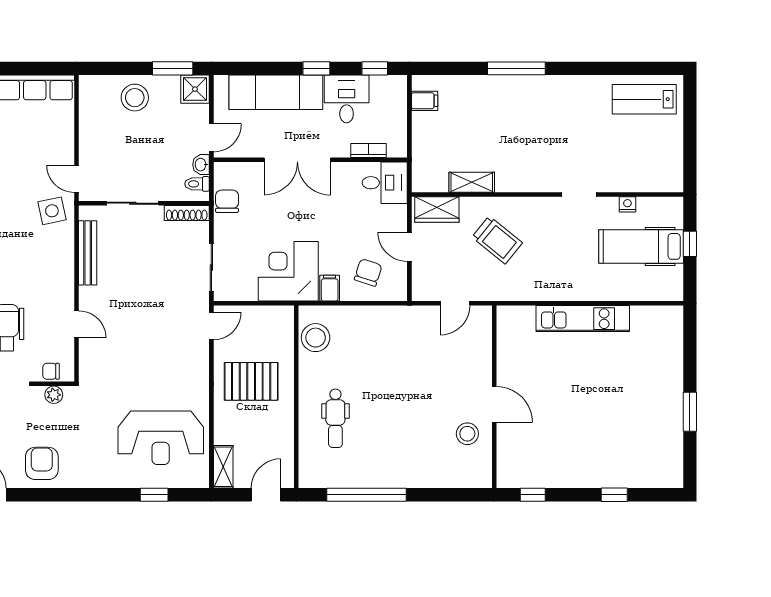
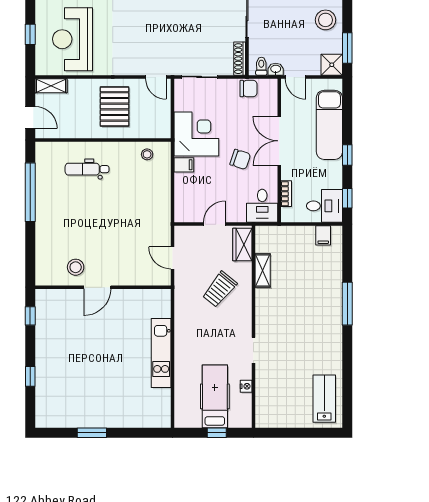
desk: (347, 99) -> (324, 206), moved
chair: (368, 272) -> (240, 159), moved
stool: (316, 338) -> (147, 154), width x0.53, depth x0.53

